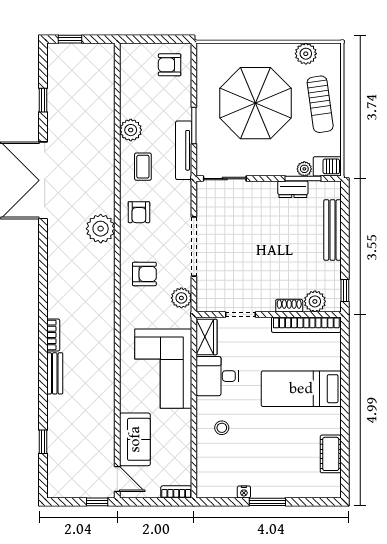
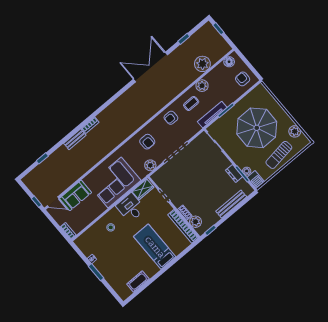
floor lamp: (129, 63) -> (229, 62), added
plant: (101, 229) -> (202, 64), moved
door: (117, 479) -> (53, 202), hinge flipped

